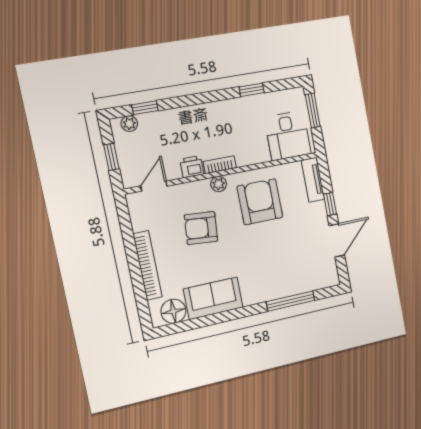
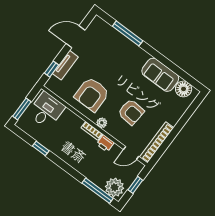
window: (145, 108) -> (98, 191), width x2.17
plant: (129, 124) -> (115, 187), width x1.87, depth x1.87
tv unit: (313, 180) -> (65, 65), moved
window: (330, 204) -> (51, 69), moved
bookcase: (147, 265) -> (157, 142), moved

